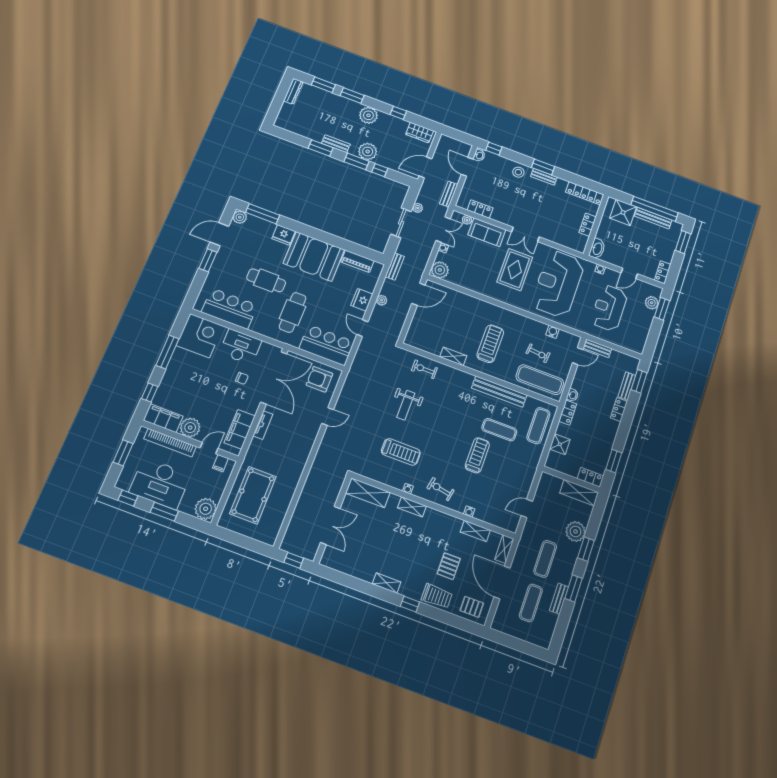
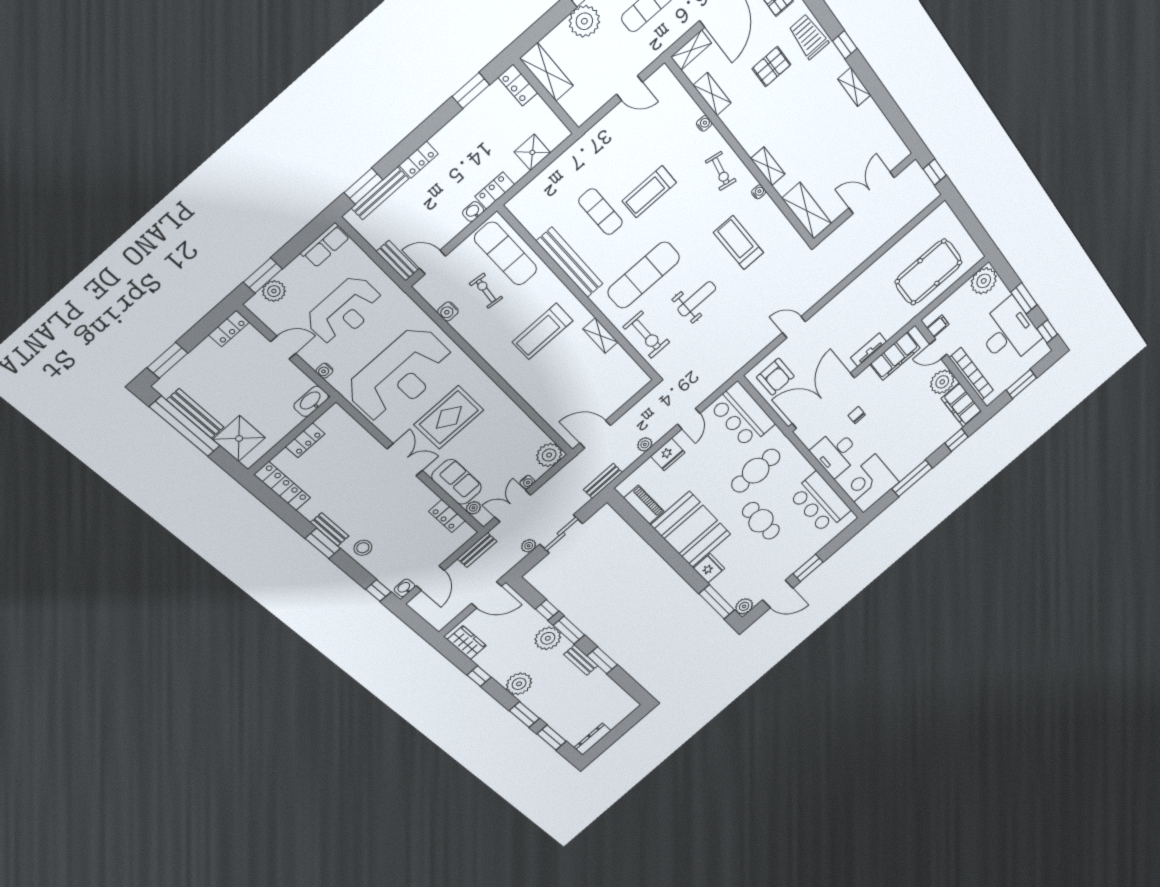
row of seats: (640, 340) -> (325, 245), added
exercise bike: (424, 369) -> (646, 335), width x1.38, depth x1.39
bench: (627, 386) -> (380, 193), width x1.36
exercise mat: (538, 426) -> (644, 275), moved, width x1.36, depth x1.45

